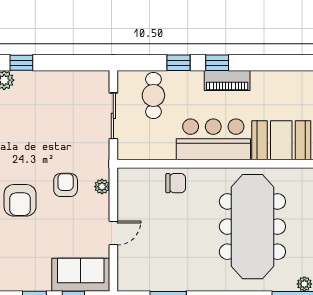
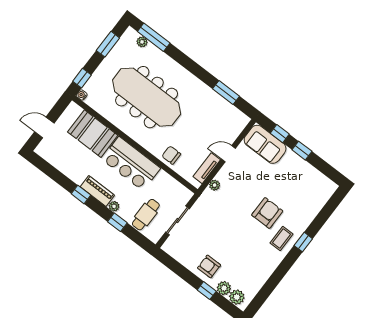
window: (217, 63) -> (81, 194), moved
plant: (196, 78) -> (114, 206), added
armchair: (66, 185) -> (209, 266), moved, turned 90
tv unit: (125, 199) -> (207, 168), added
meeting table: (252, 227) -> (147, 97), turned 90

